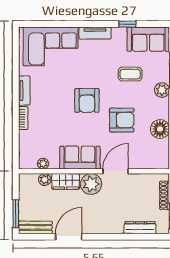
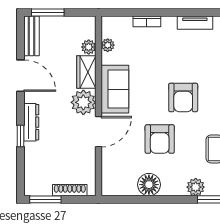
armchair: (87, 100) -> (183, 97), turned -90
bookcase: (23, 118) -> (147, 21), moved
door: (116, 171) -> (98, 132), hinge flipped
dresser: (140, 228) -> (31, 122), moved
window: (119, 237) -> (20, 136), added

